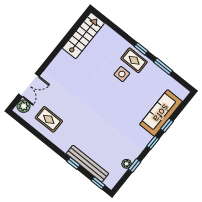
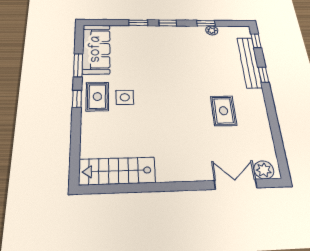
sofa: (161, 113) -> (96, 49), moved, turned -90
rug: (49, 119) -> (224, 111), moved

